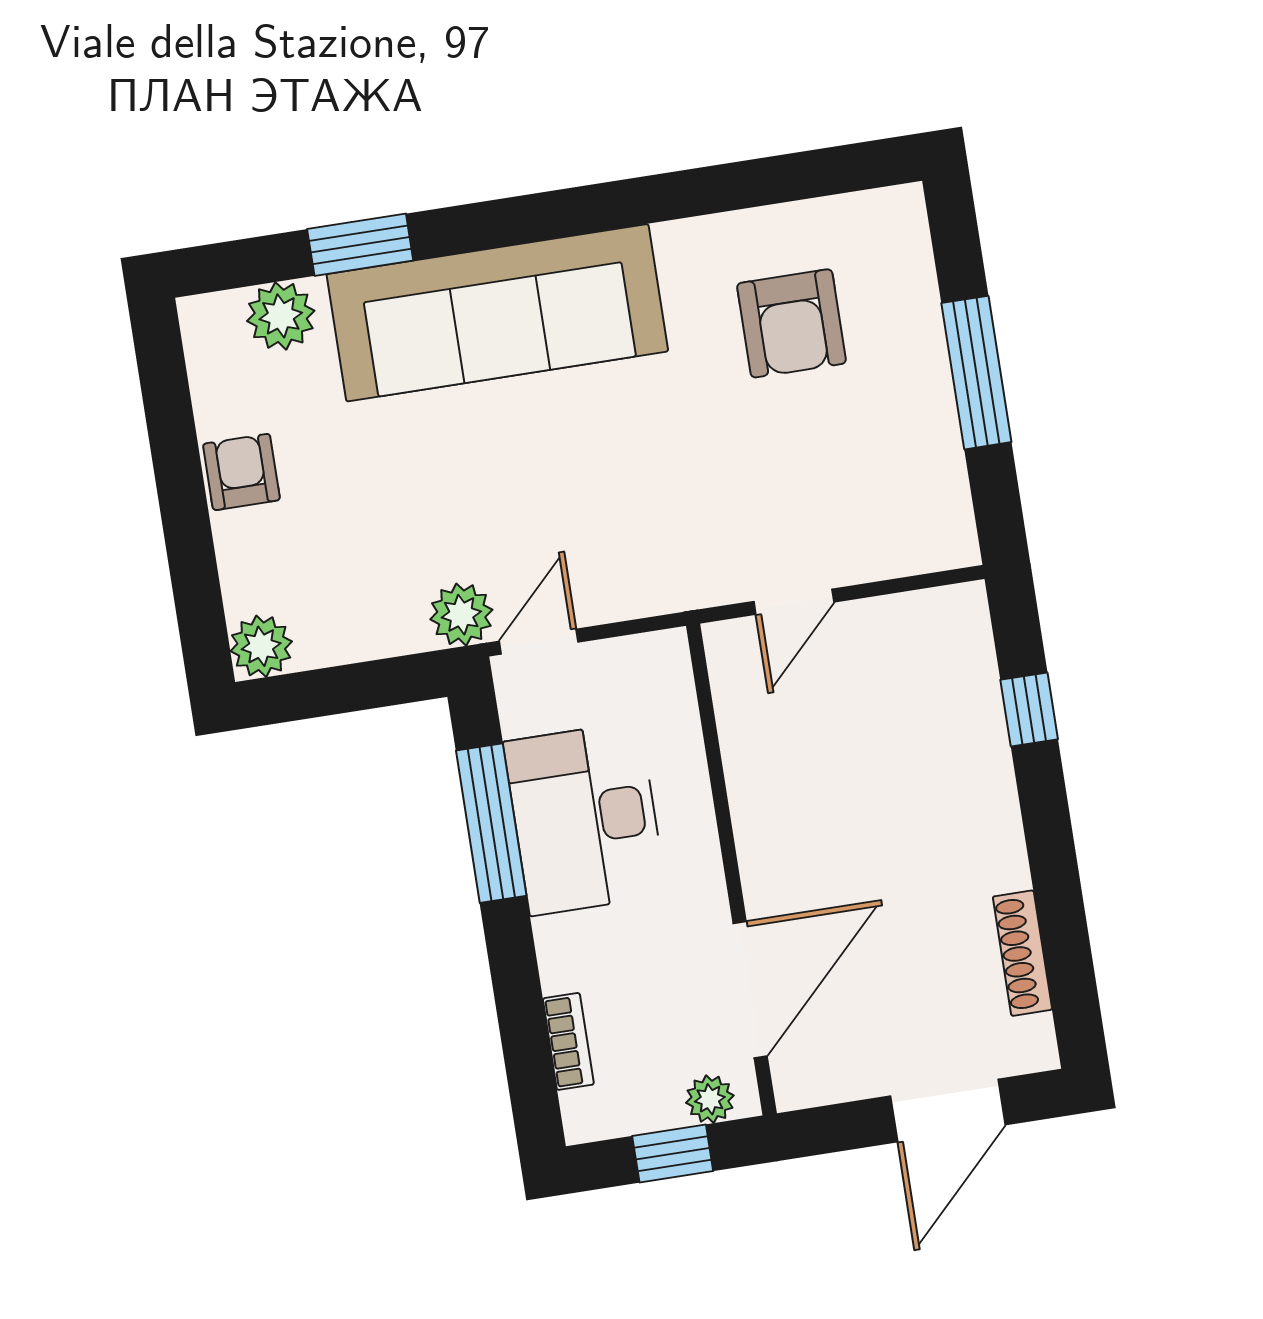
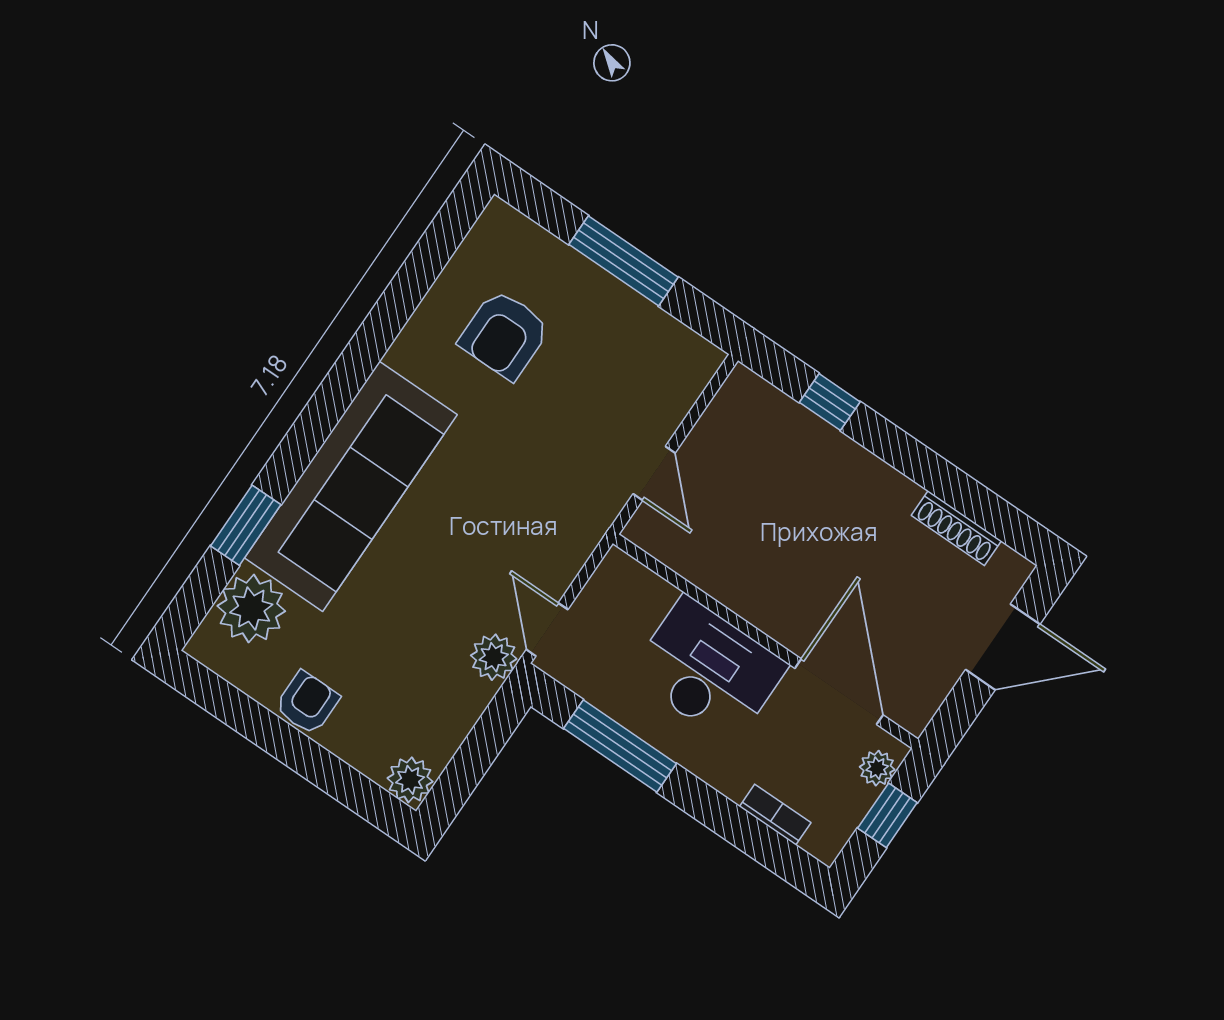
plant: (281, 316) -> (251, 609), width x1.36, depth x1.36
armchair: (792, 323) -> (504, 335), turned 90
armchair: (241, 472) -> (307, 703), turned 90
desk: (585, 818) -> (708, 670), moved, turned 180
door: (948, 1110) -> (1003, 647), hinge flipped

